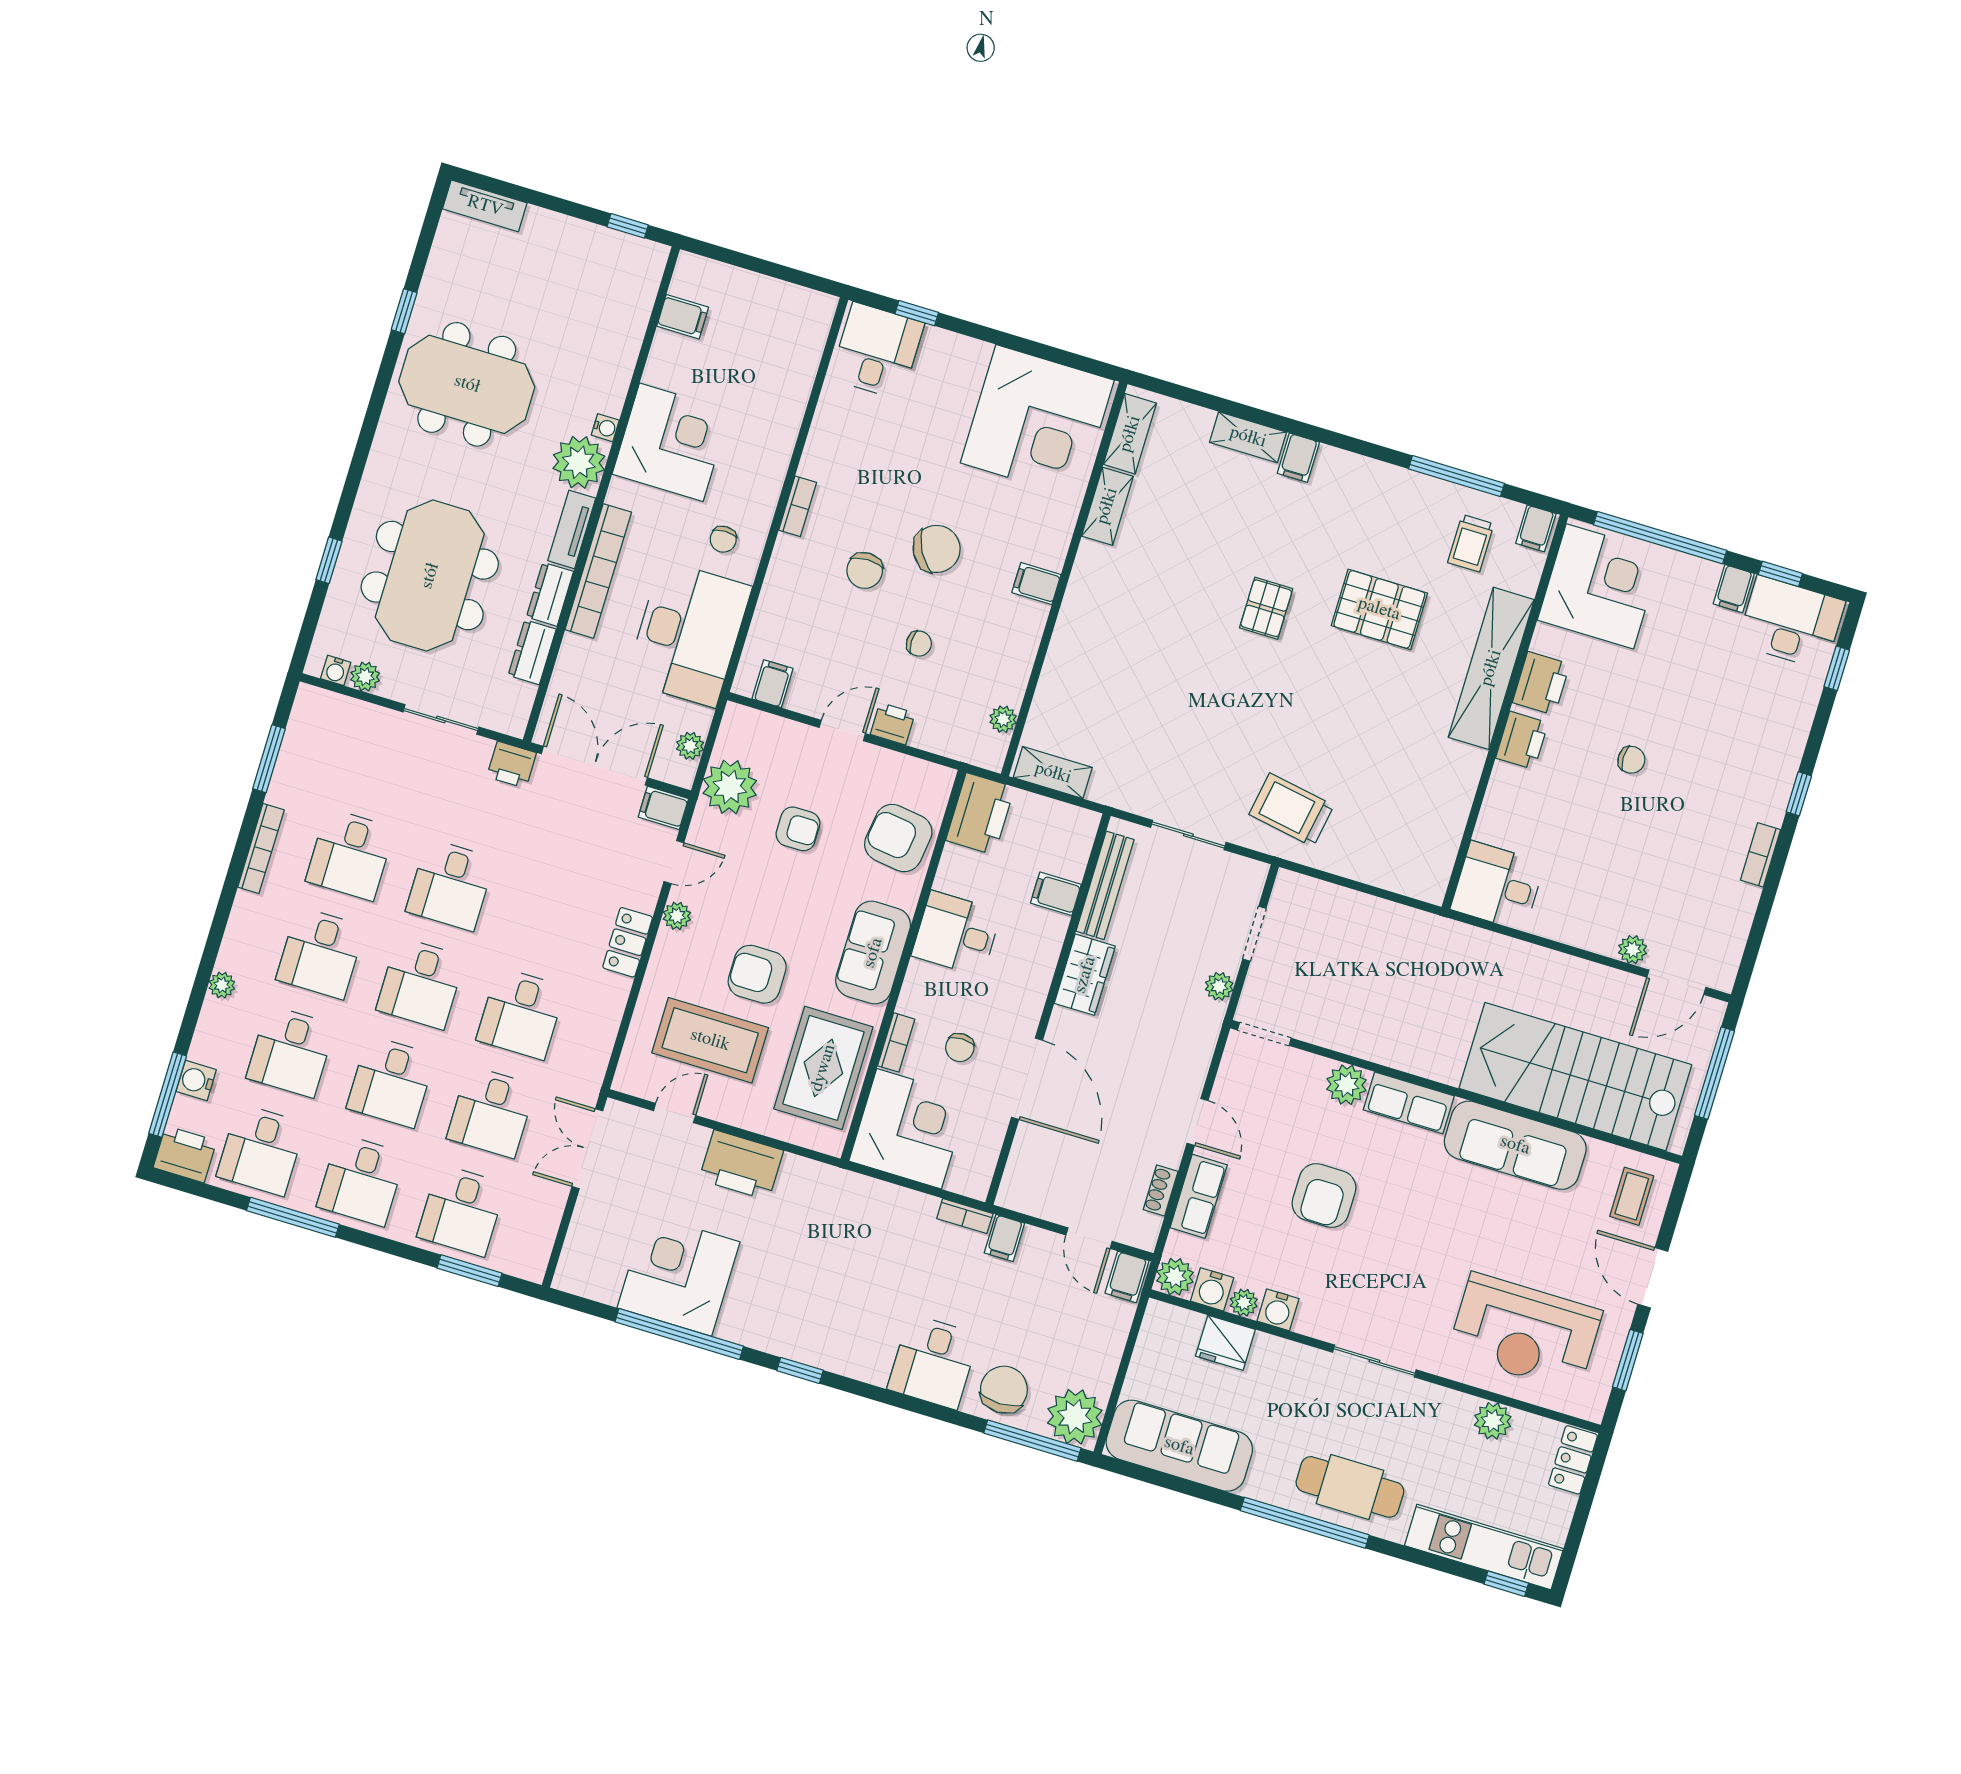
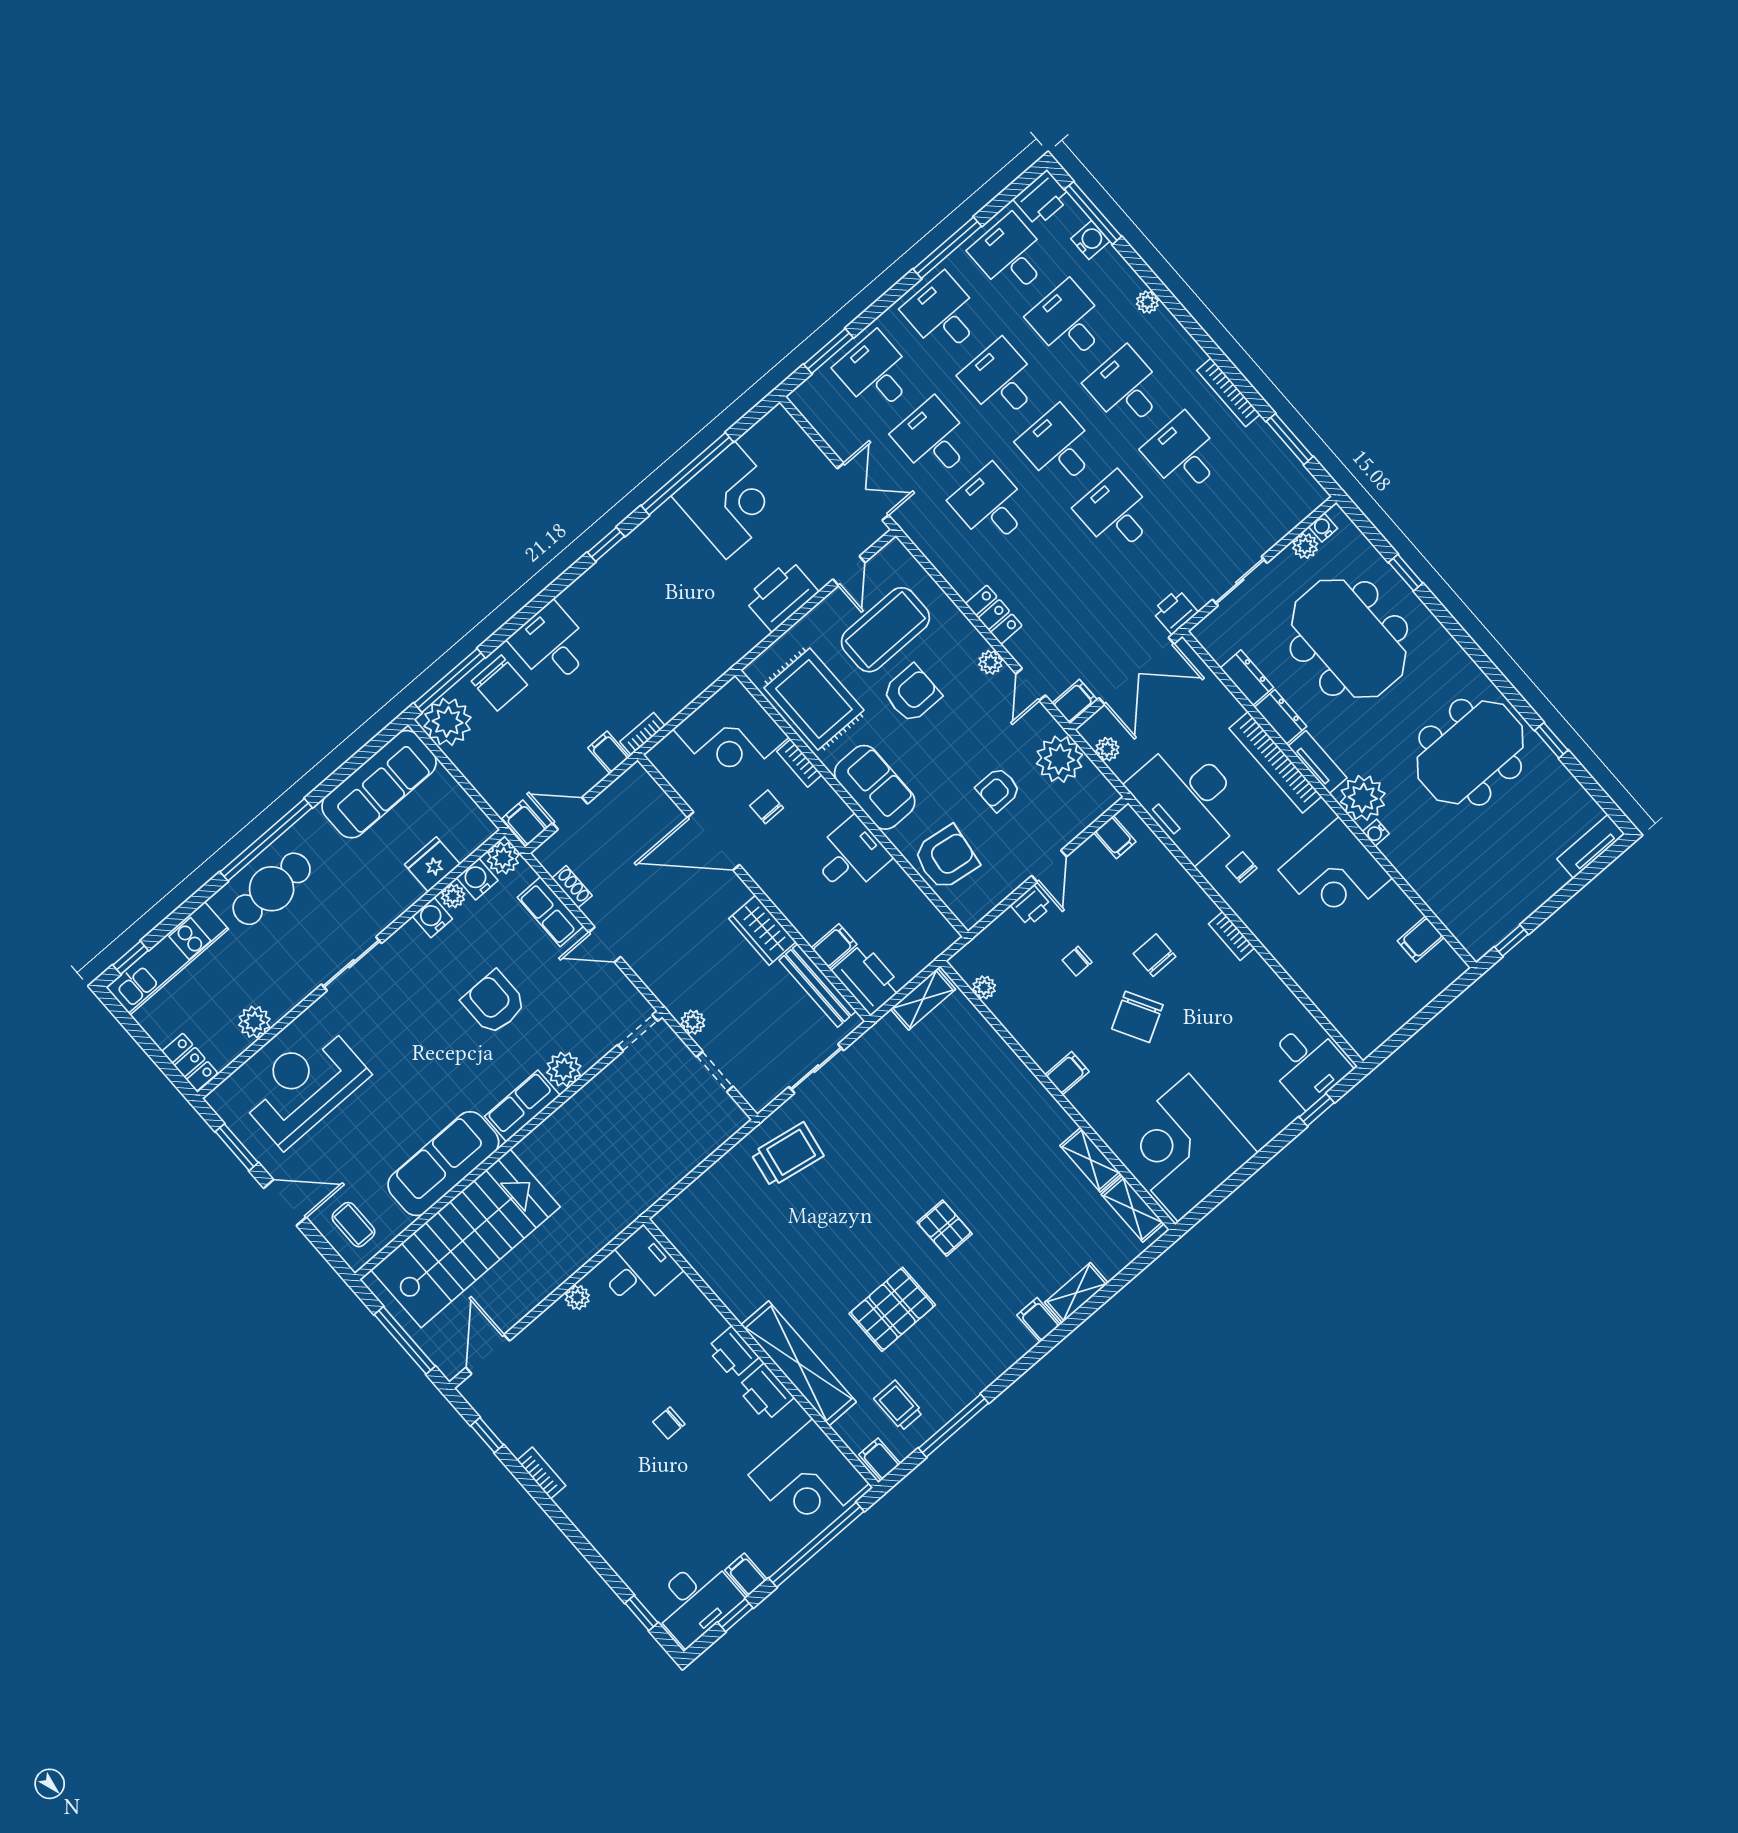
window: (1799, 794) -> (487, 1435), moved
printer: (980, 814) -> (867, 979), moved, turned 180
plant: (1633, 950) -> (577, 1297), moved

